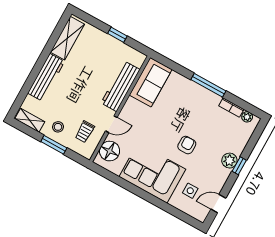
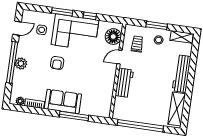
window: (117, 35) -> (140, 126), width x3.17
sofa: (151, 82) -> (63, 101), moved, turned 90
window: (208, 85) -> (74, 116), moved
workbench: (120, 86) -> (124, 83), width x0.73
window: (239, 166) -> (12, 62), width x3.17
window: (128, 186) -> (90, 16), added
window: (158, 203) -> (62, 12), added

